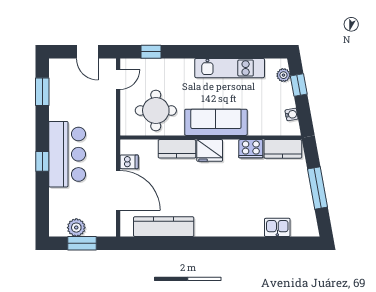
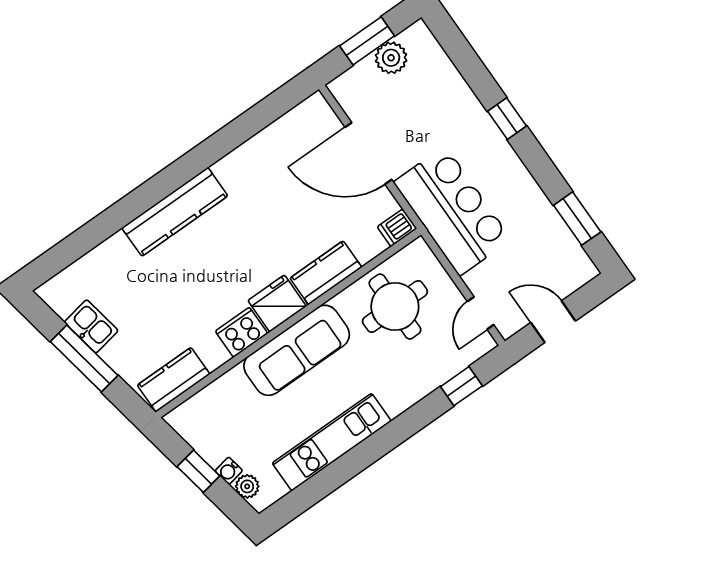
window: (299, 85) -> (198, 471), moved
water cooler: (292, 114) -> (229, 471), moved
cooker: (251, 149) -> (241, 332), moved
bar counter: (67, 154) -> (452, 211), moved, turned 180
dishwasher: (129, 162) -> (397, 228), moved
kitchen counter: (164, 227) -> (175, 212), moved
kitchen sink: (277, 227) -> (91, 326), moved, turned -100

